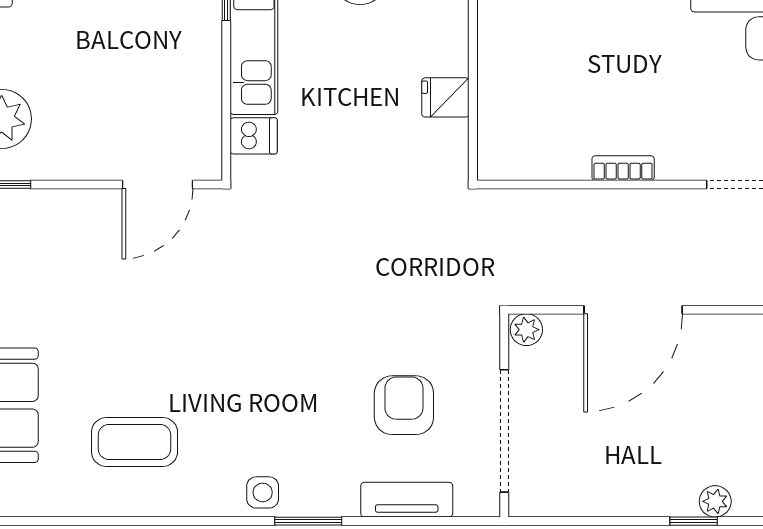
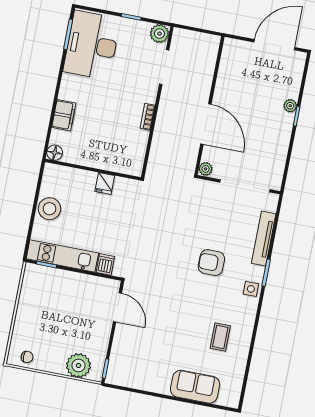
armchair: (404, 405) -> (211, 263), moved
coffee table: (135, 442) -> (220, 337), width x0.73, depth x0.77
tv unit: (407, 500) -> (264, 239), width x1.41

